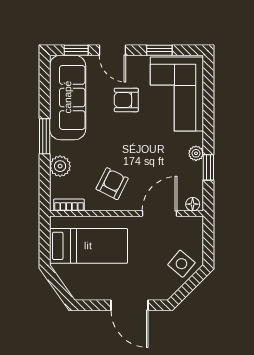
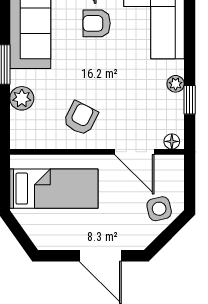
bookcase: (69, 205) -> (32, 142), removed
door: (160, 213) -> (134, 152), swing flipped
side table: (181, 264) -> (159, 209), turned 37

